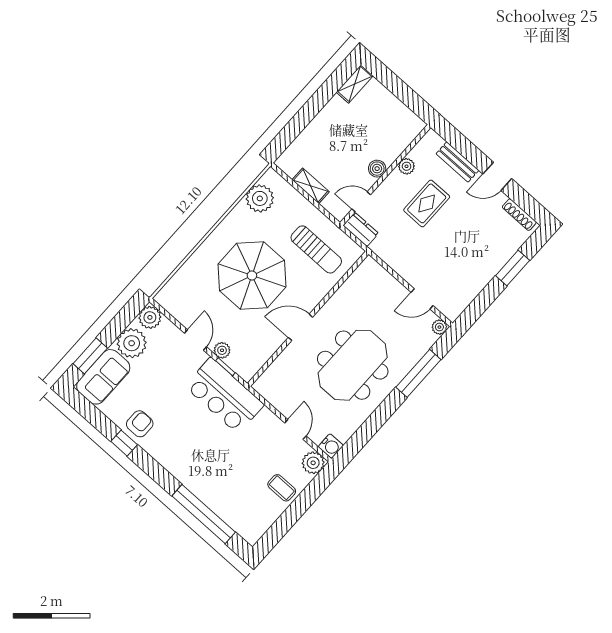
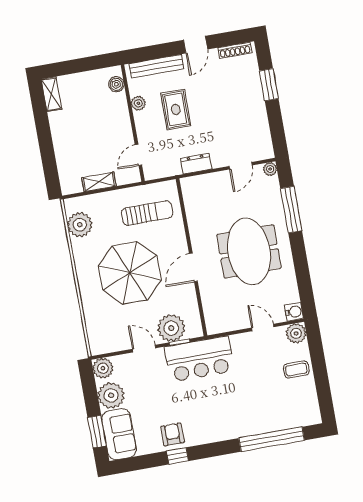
bench: (457, 162) -> (157, 66), width x1.36
boiler: (377, 169) -> (116, 84), moved
dresser: (361, 229) -> (196, 164), moved
plant: (222, 350) -> (171, 328), width x1.87, depth x1.87

